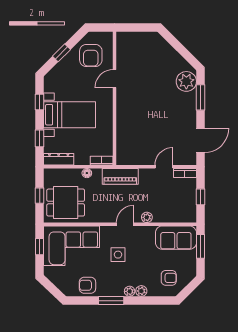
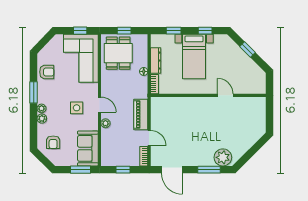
armchair: (91, 55) -> (245, 75), removed
dresser: (59, 159) -> (156, 61), moved
piano: (120, 176) -> (141, 114), moved
side table: (118, 255) -> (77, 108), moved
armchair: (87, 285) -> (47, 72), turned 90

